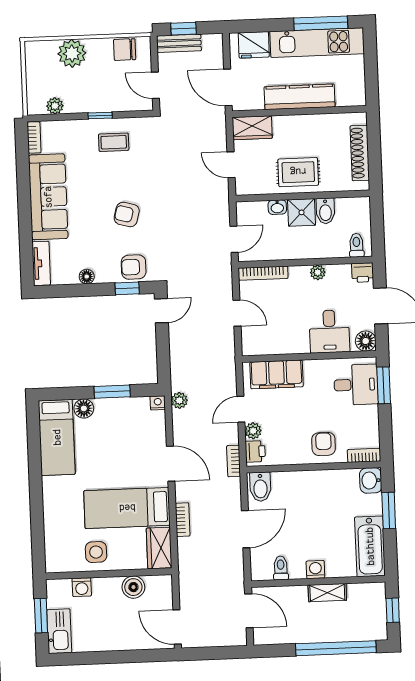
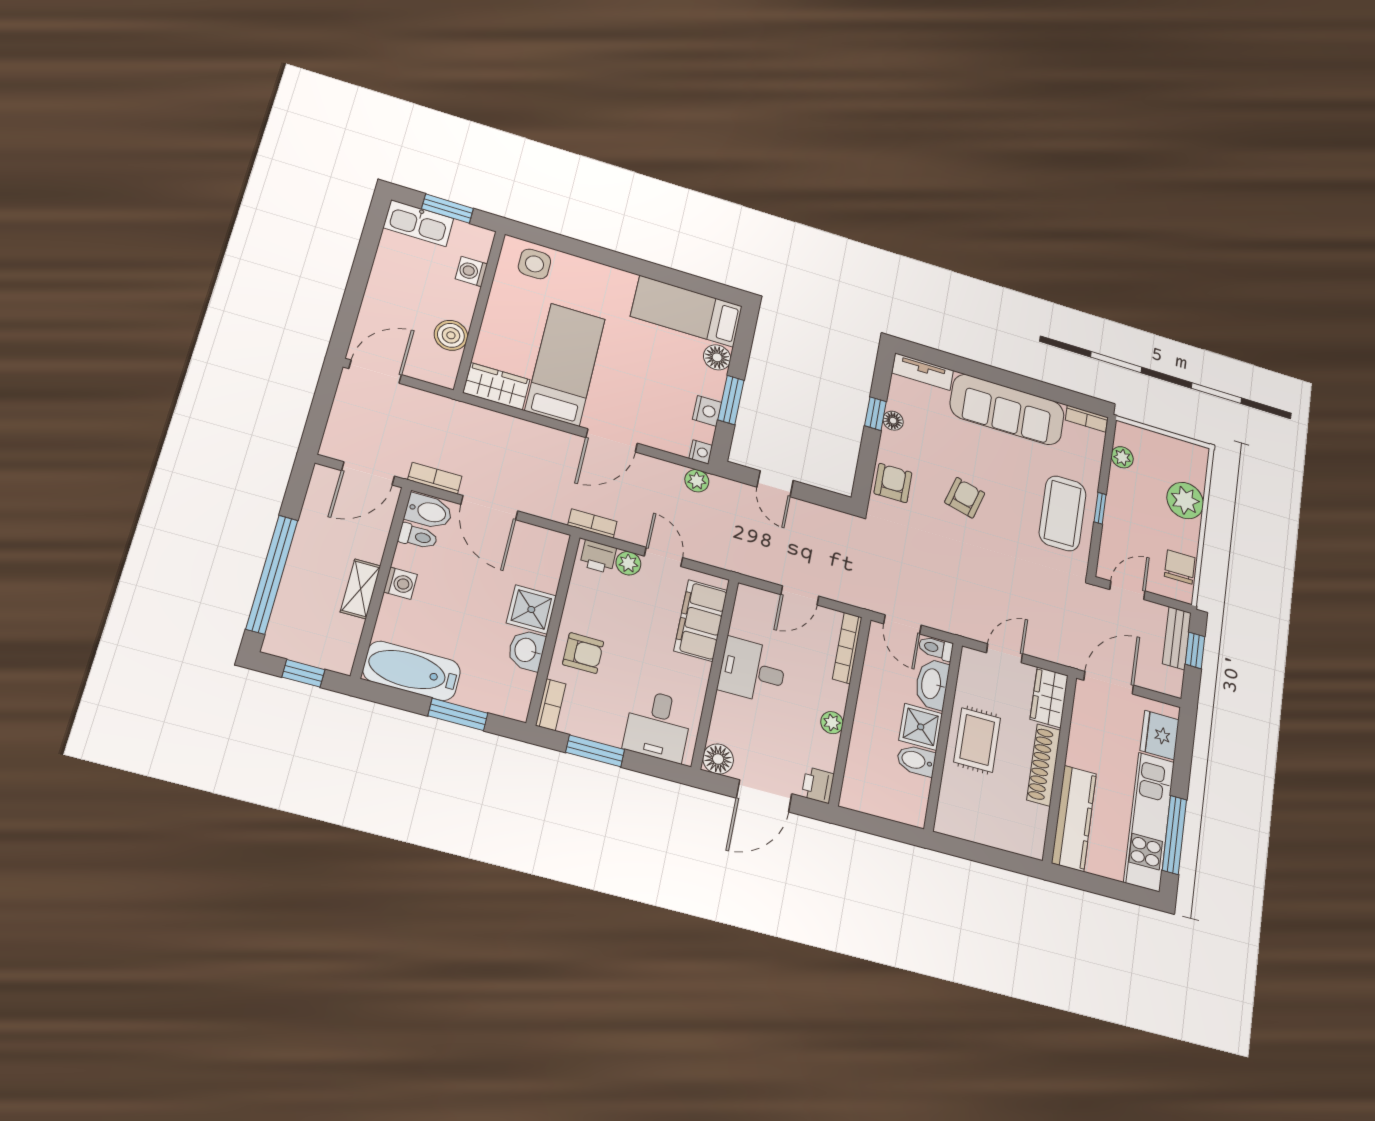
kitchen counter: (300, 97) -> (1074, 818), moved
coffee table: (114, 142) -> (1063, 513), width x1.86, depth x1.72
shoe rack: (360, 153) -> (1044, 765), moved, turned -90
washbasin: (277, 207) -> (932, 684), width x1.91, depth x1.45
toilet: (357, 245) -> (936, 648), moved, turned 180
window: (127, 288) -> (875, 414), moved
door: (161, 311) -> (775, 484), moved
desk: (329, 331) -> (752, 671), moved
window: (384, 385) -> (595, 751), moved
nightstand: (126, 406) -> (707, 411), added
washbasin: (371, 480) -> (526, 650), moved, turned -90
shower: (305, 484) -> (531, 609), added
bidet: (260, 487) -> (429, 511), moved, turned 180
bookcase: (183, 520) -> (435, 478), moved, turned 180
side table: (96, 552) -> (534, 264), moved

